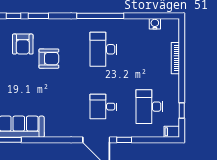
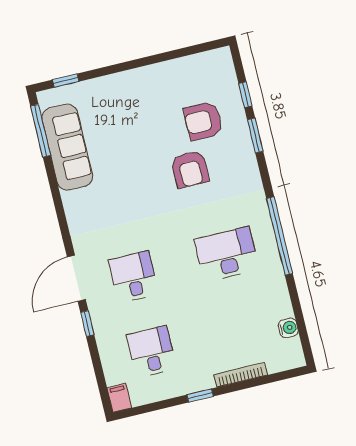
desk: (149, 107) -> (151, 352), width x0.73
window: (182, 110) -> (200, 396), moved

